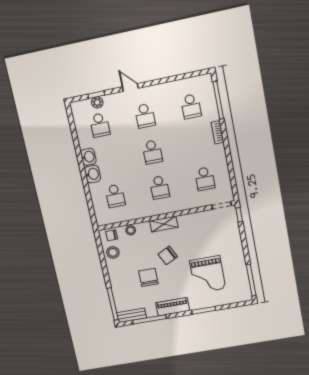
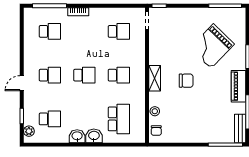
plant: (97, 102) -> (29, 131), moved
school desk: (115, 196) -> (119, 119), width x1.85
stool: (113, 252) -> (173, 133), removed
chair: (168, 255) -> (186, 81), turned -64
grand piano: (208, 275) -> (212, 46), turned 134
chair: (148, 277) -> (205, 104), removed

